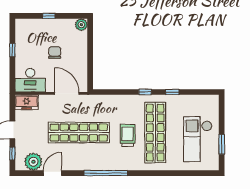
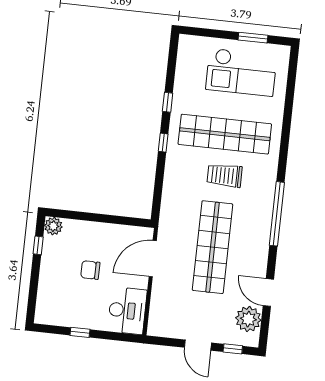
window: (49, 16) -> (38, 245), moved
freezer: (27, 102) -> (159, 320), removed

